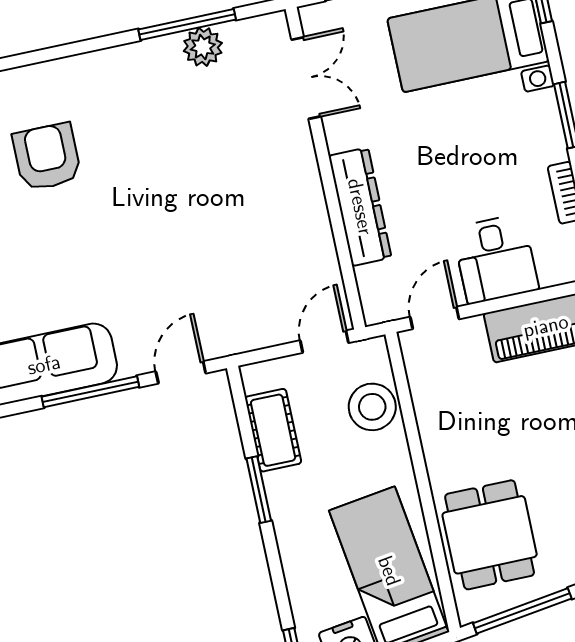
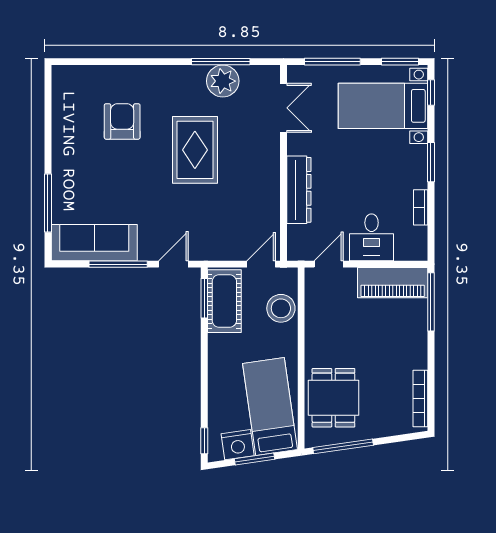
plant: (203, 47) -> (223, 81), width x1.36, depth x1.36
rug: (176, 178) -> (195, 150), added
cot: (273, 430) -> (224, 301), width x1.37, depth x1.34
window: (259, 490) -> (204, 298), moved

